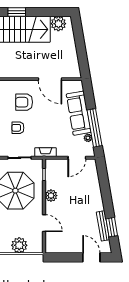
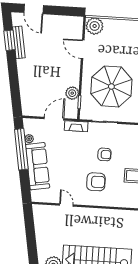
door: (50, 79) -> (66, 205), width x0.53
door: (77, 158) -> (54, 119), moved
plant: (51, 196) -> (72, 93), moved
plant: (19, 245) -> (95, 26), moved

